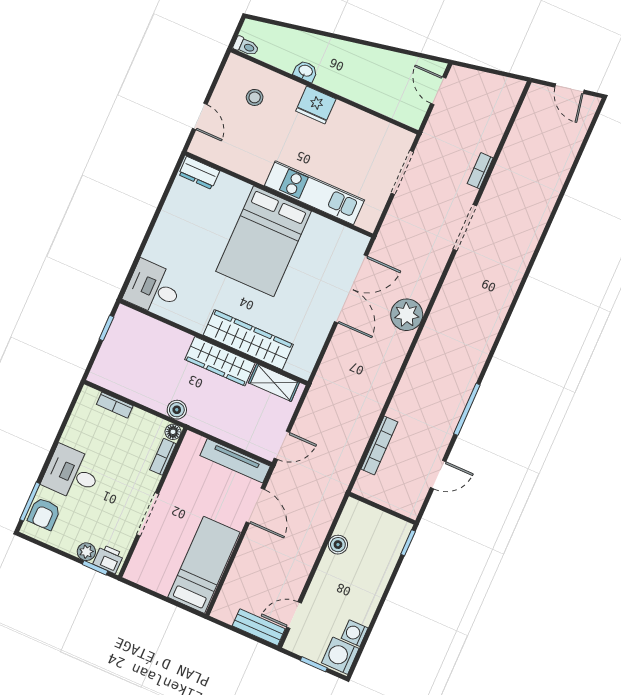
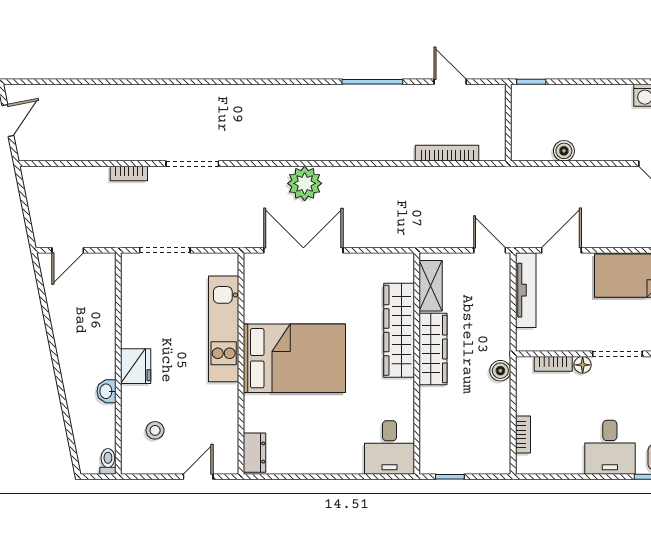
floor lamp: (173, 432) -> (583, 365), moved

